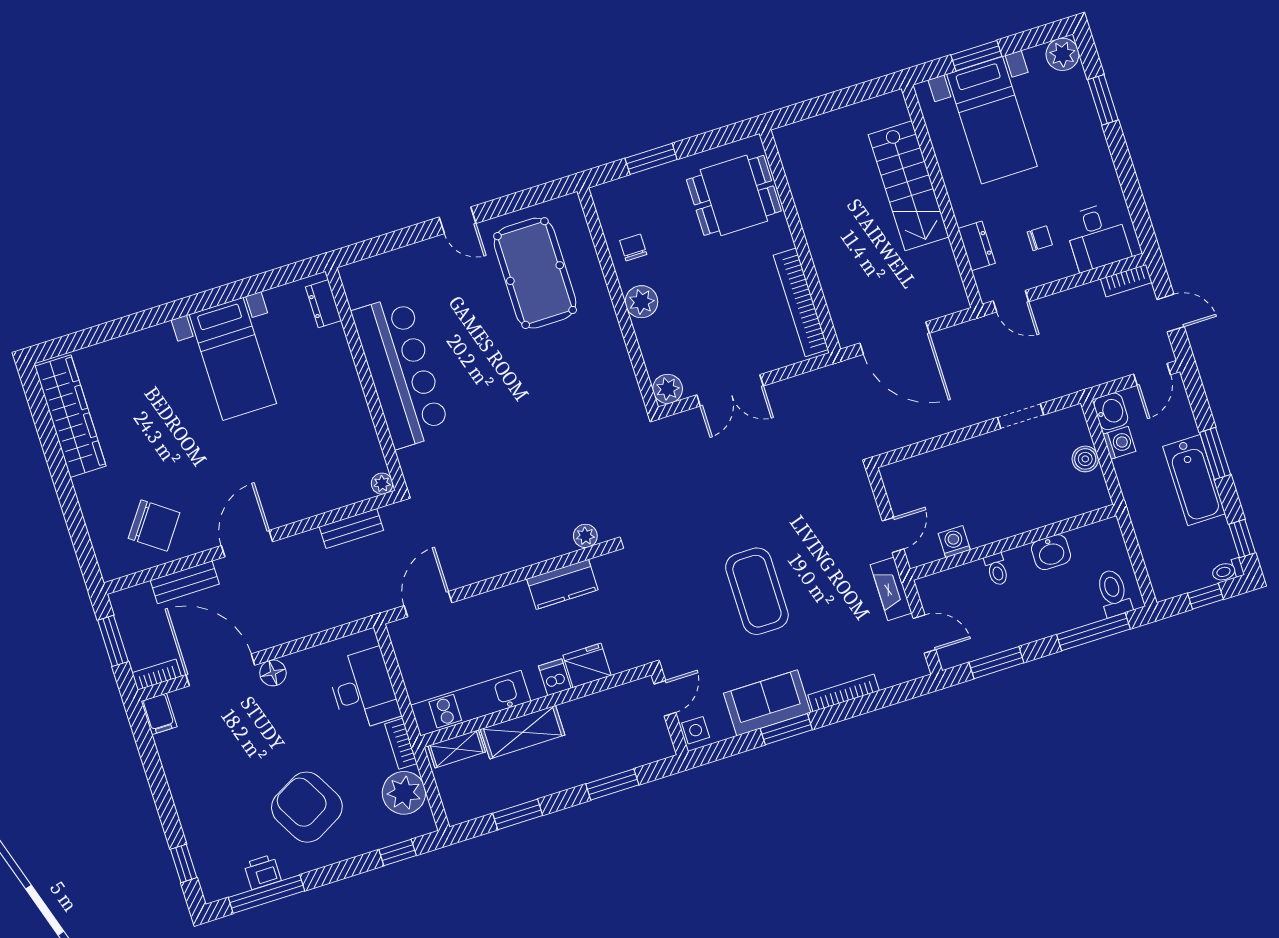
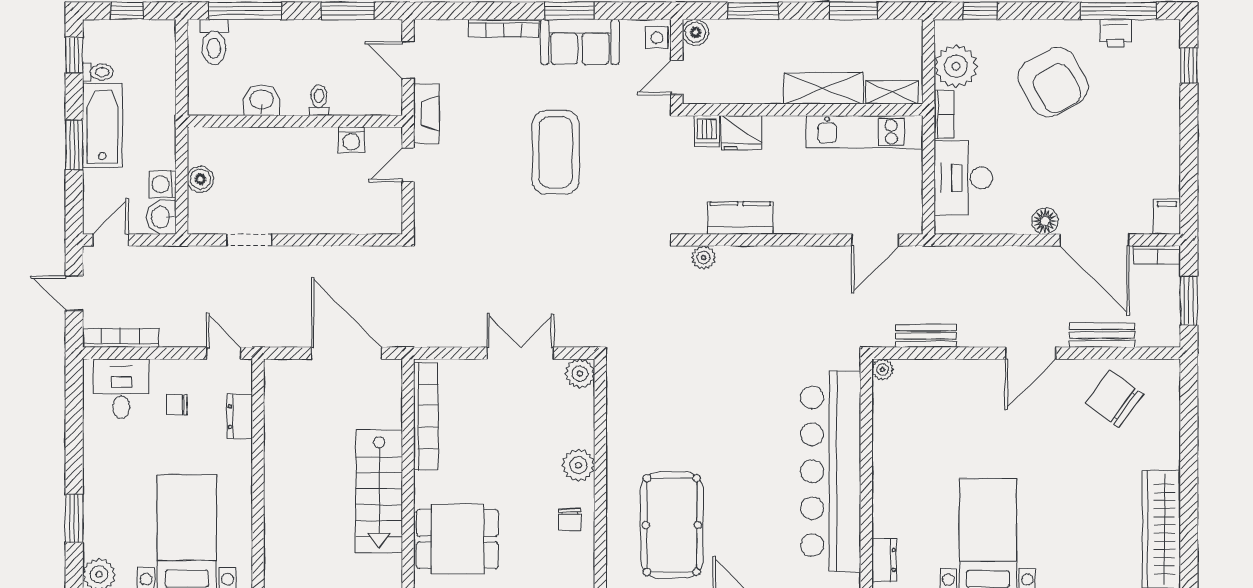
stairs: (909, 186) -> (379, 491), moved, turned 180
bookcase: (1126, 281) -> (120, 338), width x1.56
bar counter: (401, 372) -> (831, 471), width x1.36
toilet: (1227, 571) -> (98, 72), moved
dishwasher: (555, 677) -> (707, 131), moved
boiler: (661, 747) -> (695, 32), added

